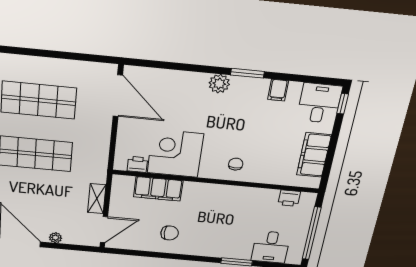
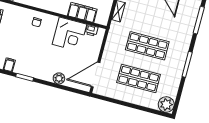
plant: (219, 84) -> (59, 78), moved
door: (118, 96) -> (95, 75), hinge flipped

